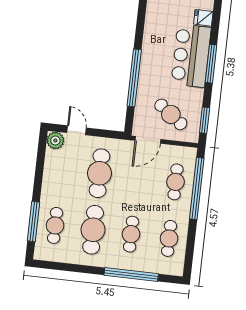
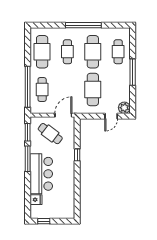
window: (211, 64) -> (28, 159), moved
window: (134, 78) -> (77, 155), width x0.32
door: (77, 130) -> (111, 116), hinge flipped
window: (33, 222) -> (133, 72), moved
cafe table: (169, 238) -> (42, 52), width x1.37, depth x1.35
window: (131, 275) -> (83, 25), moved

